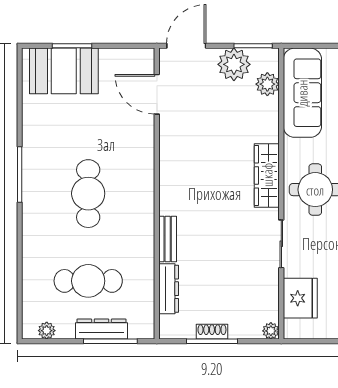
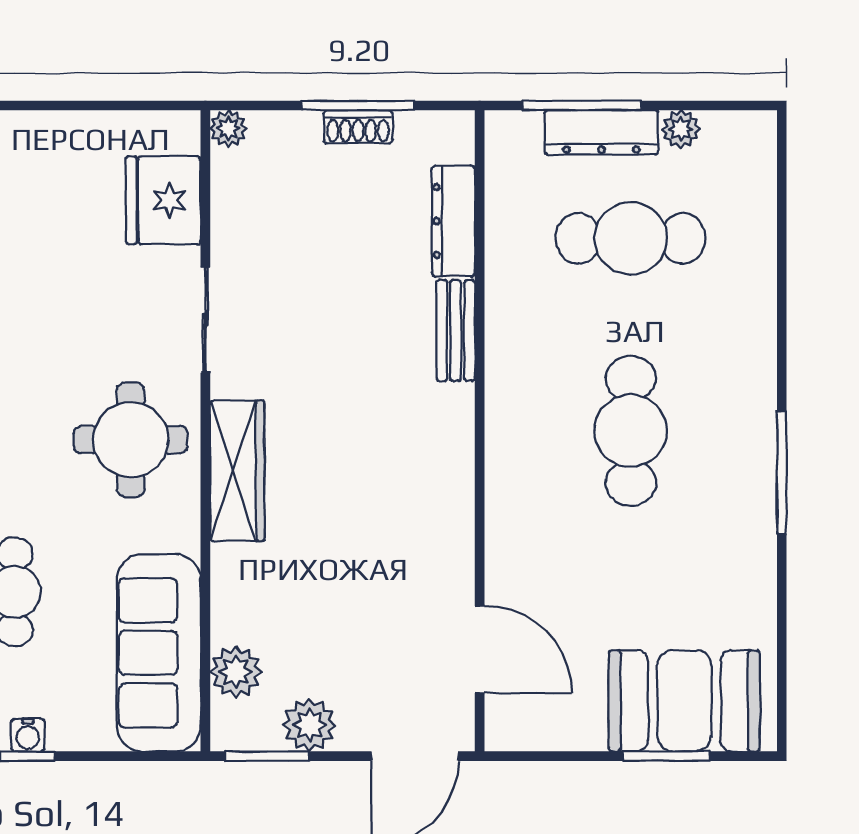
plant: (234, 64) -> (310, 725), width x0.73, depth x0.73
plant: (47, 331) -> (681, 129), moved

